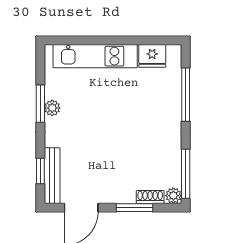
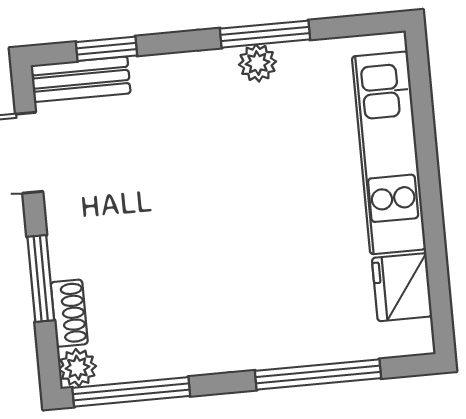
bench: (52, 176) -> (81, 79), width x0.73

